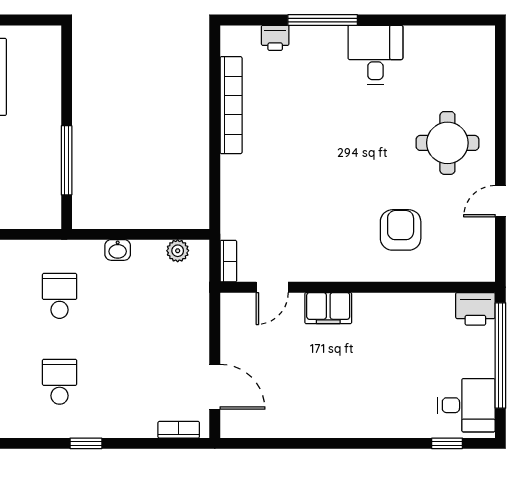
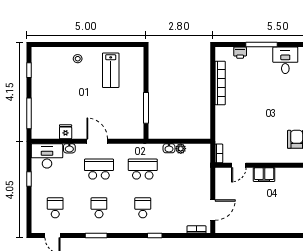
plant: (178, 251) -> (181, 149), moved
school desk: (60, 296) -> (143, 169), width x1.85
door: (215, 387) -> (213, 210), hinge flipped

